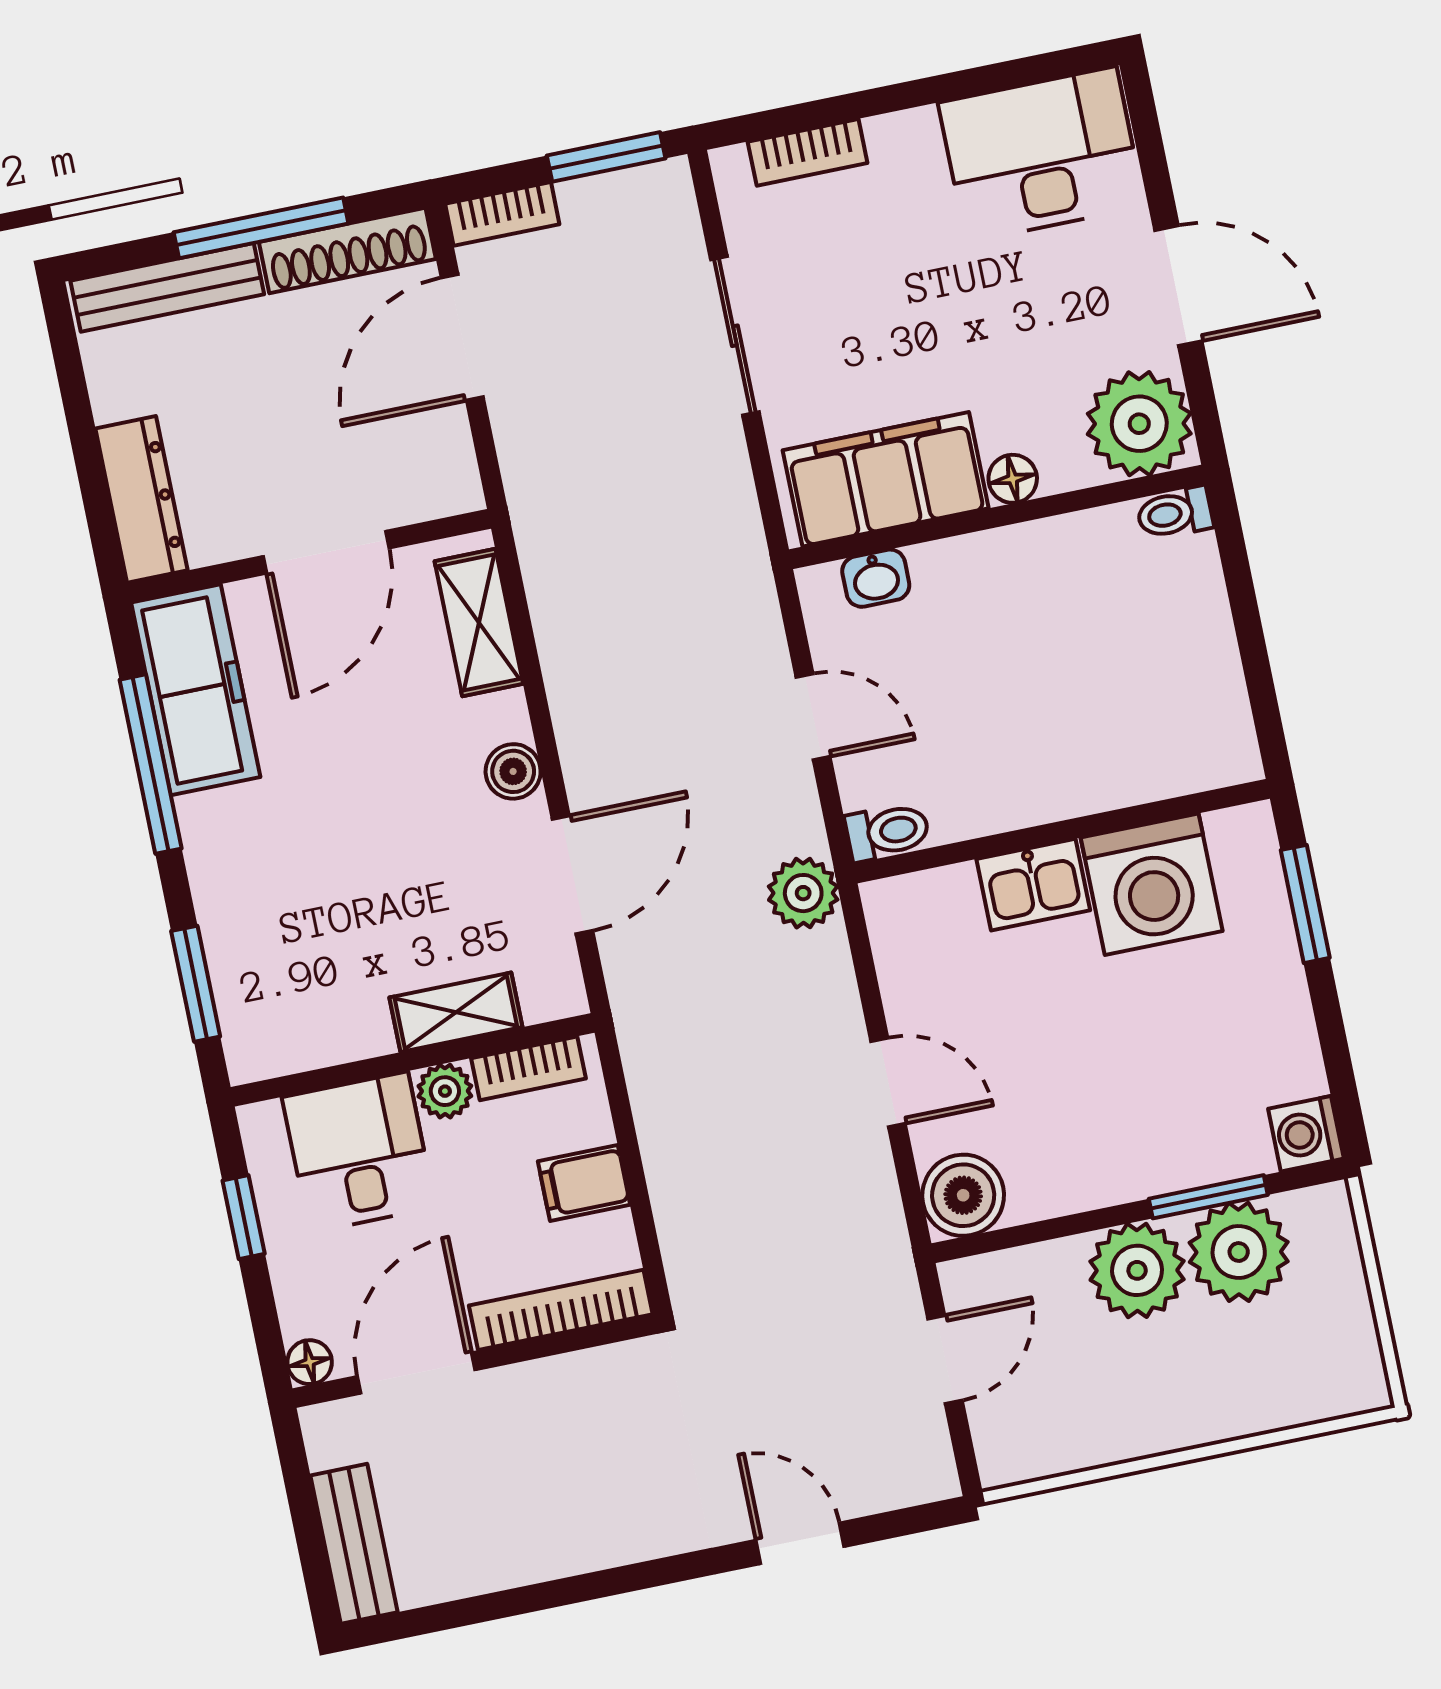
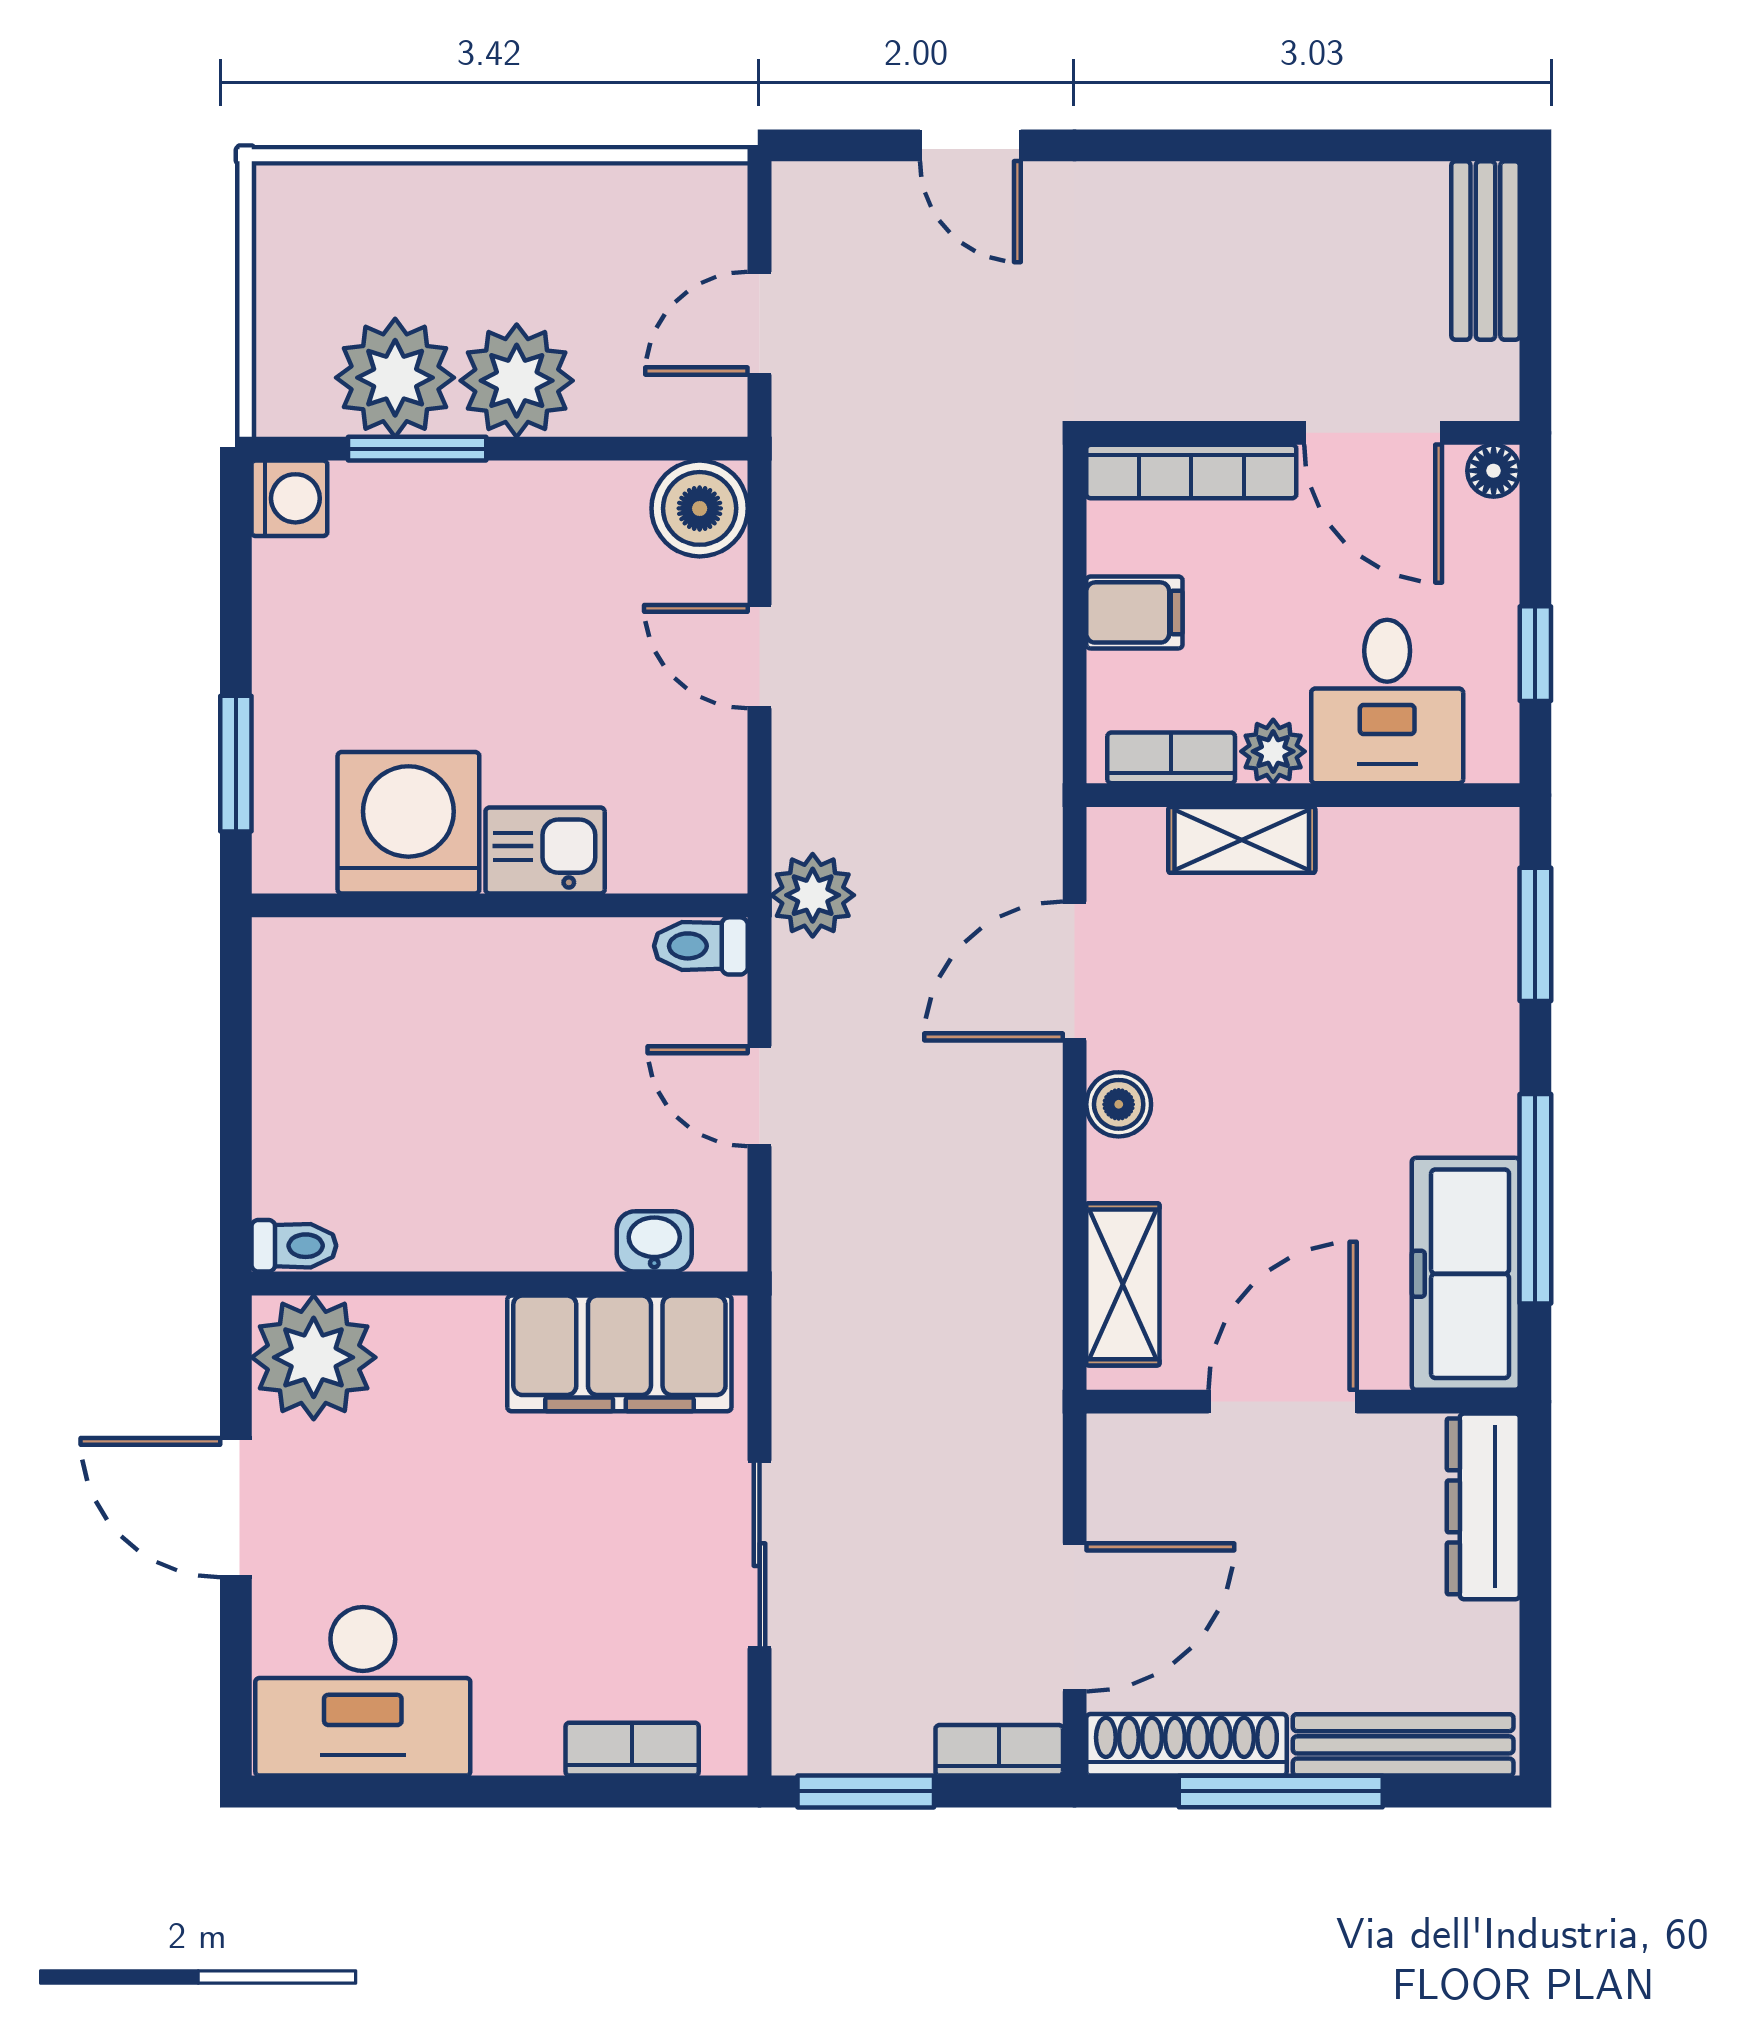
floor lamp: (1013, 479) -> (473, 1324), removed
door: (416, 1373) -> (1373, 433), hinge flipped

